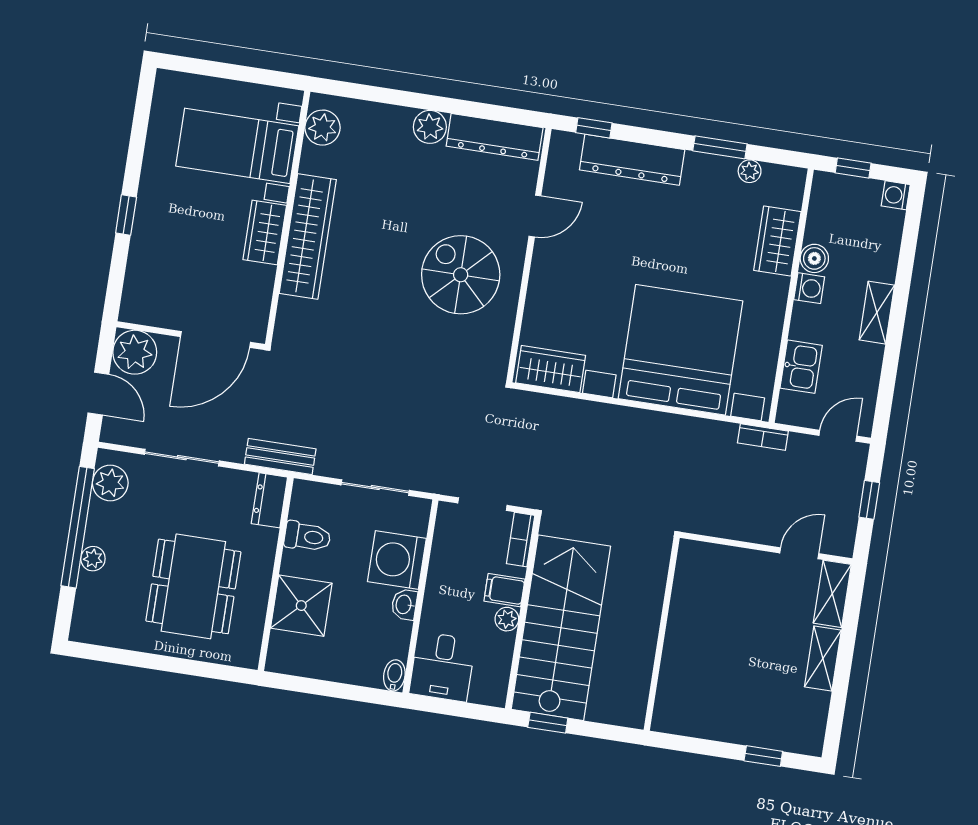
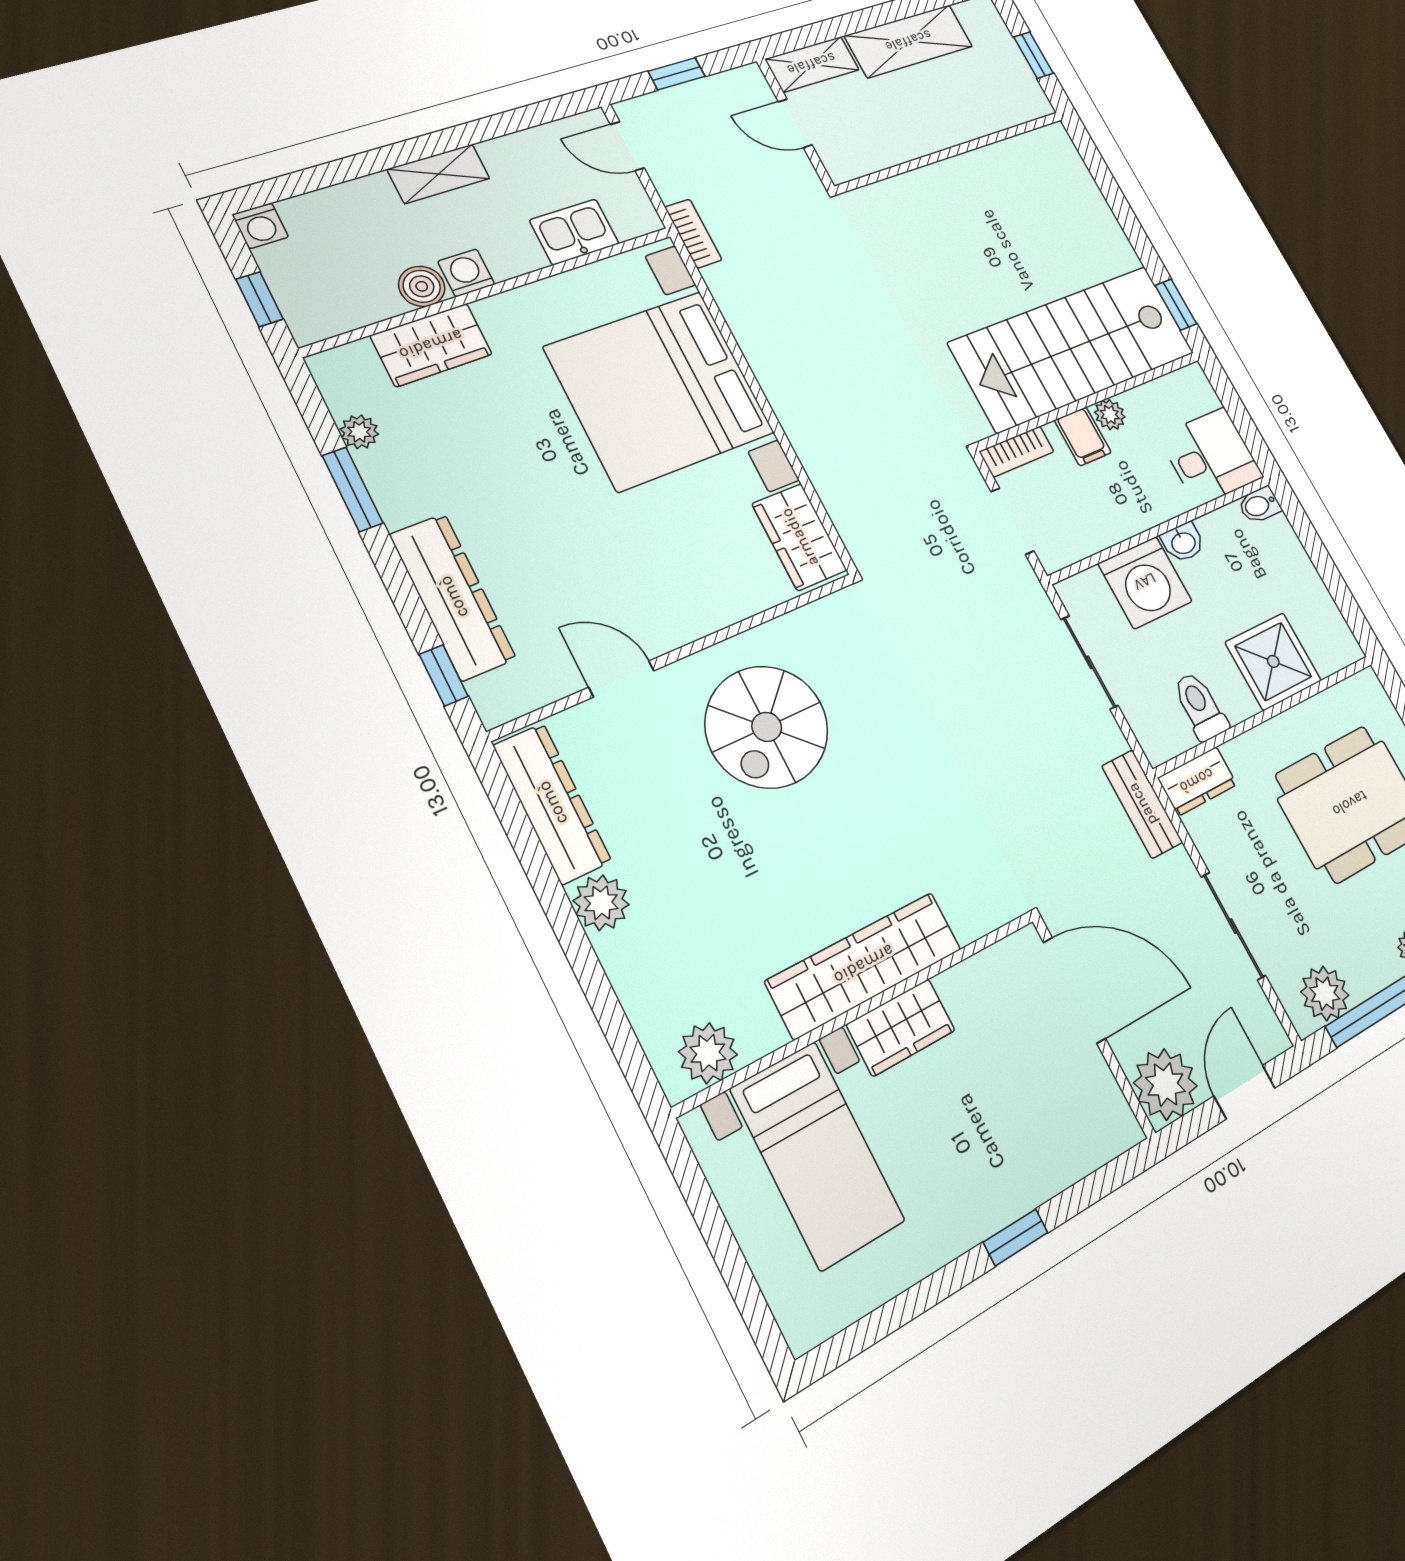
wall: (662, 634) -> (951, 152), moved
shelving: (823, 658) -> (909, 41), width x1.50, depth x1.33

